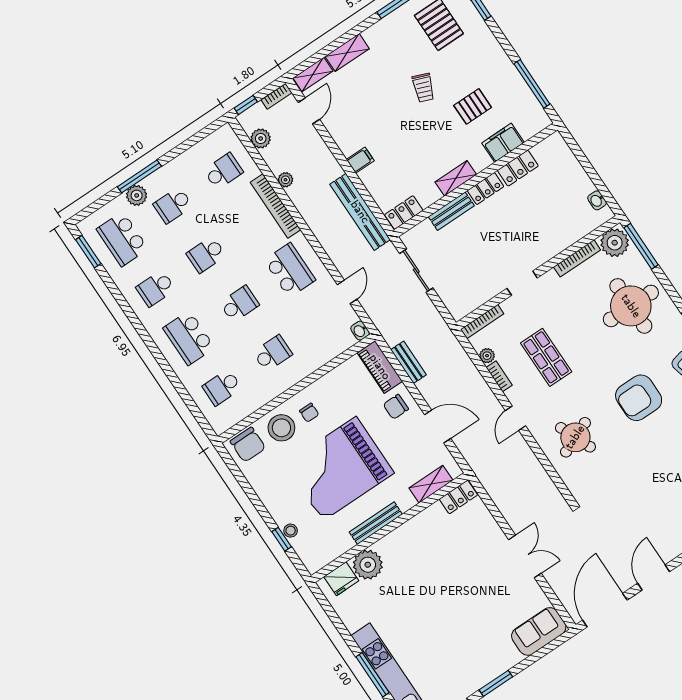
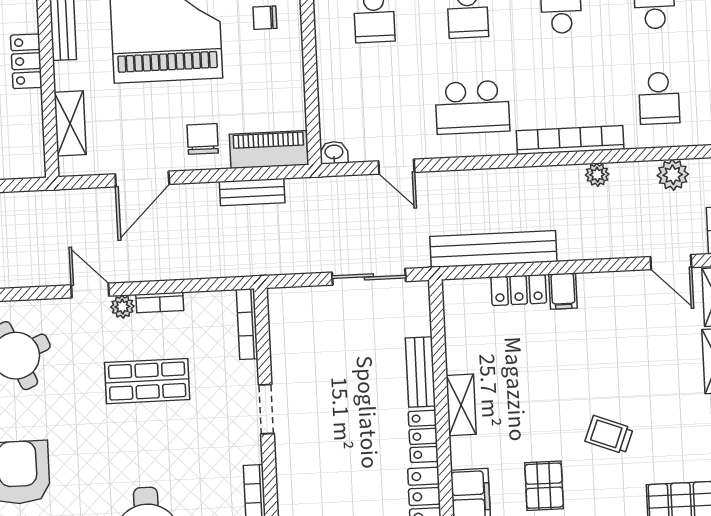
locker: (404, 213) -> (519, 290), moved, turned 90
plant: (487, 356) -> (122, 307), moved
locker: (458, 497) -> (26, 61), moved

